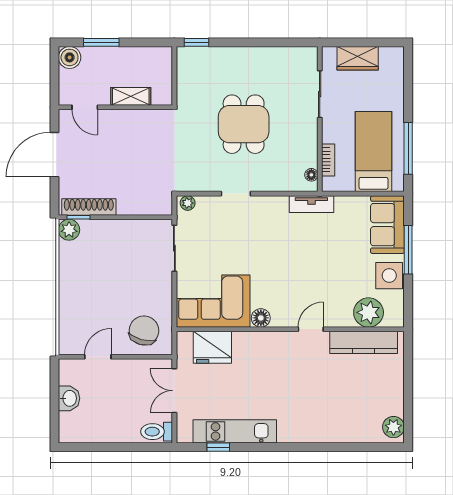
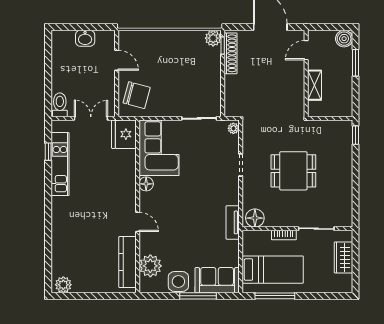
bookcase: (328, 160) -> (284, 235), moved
floor lamp: (311, 175) -> (255, 218), width x1.89, depth x1.89
fridge: (212, 347) -> (124, 134), moved

